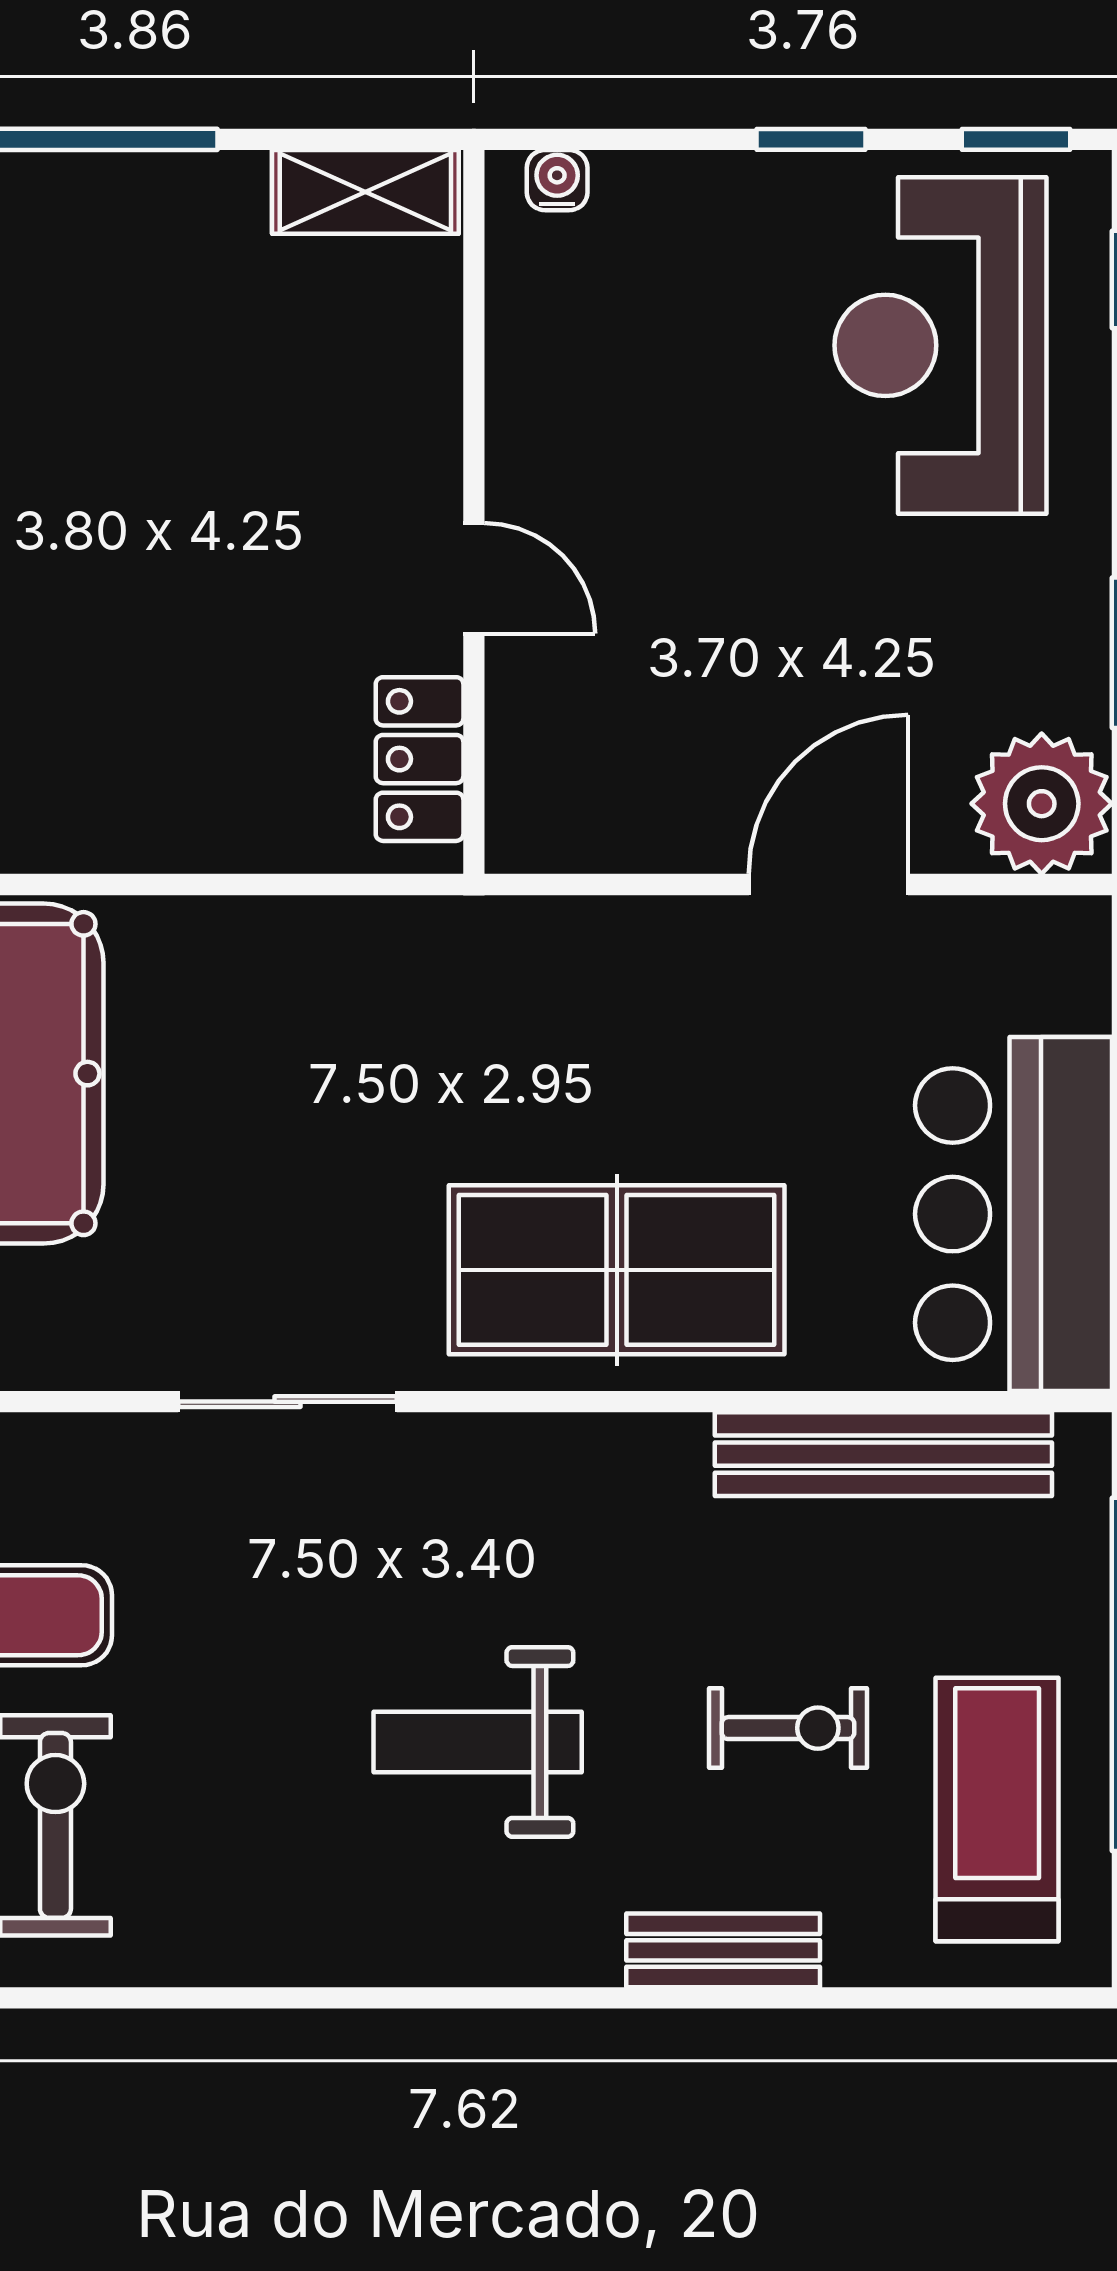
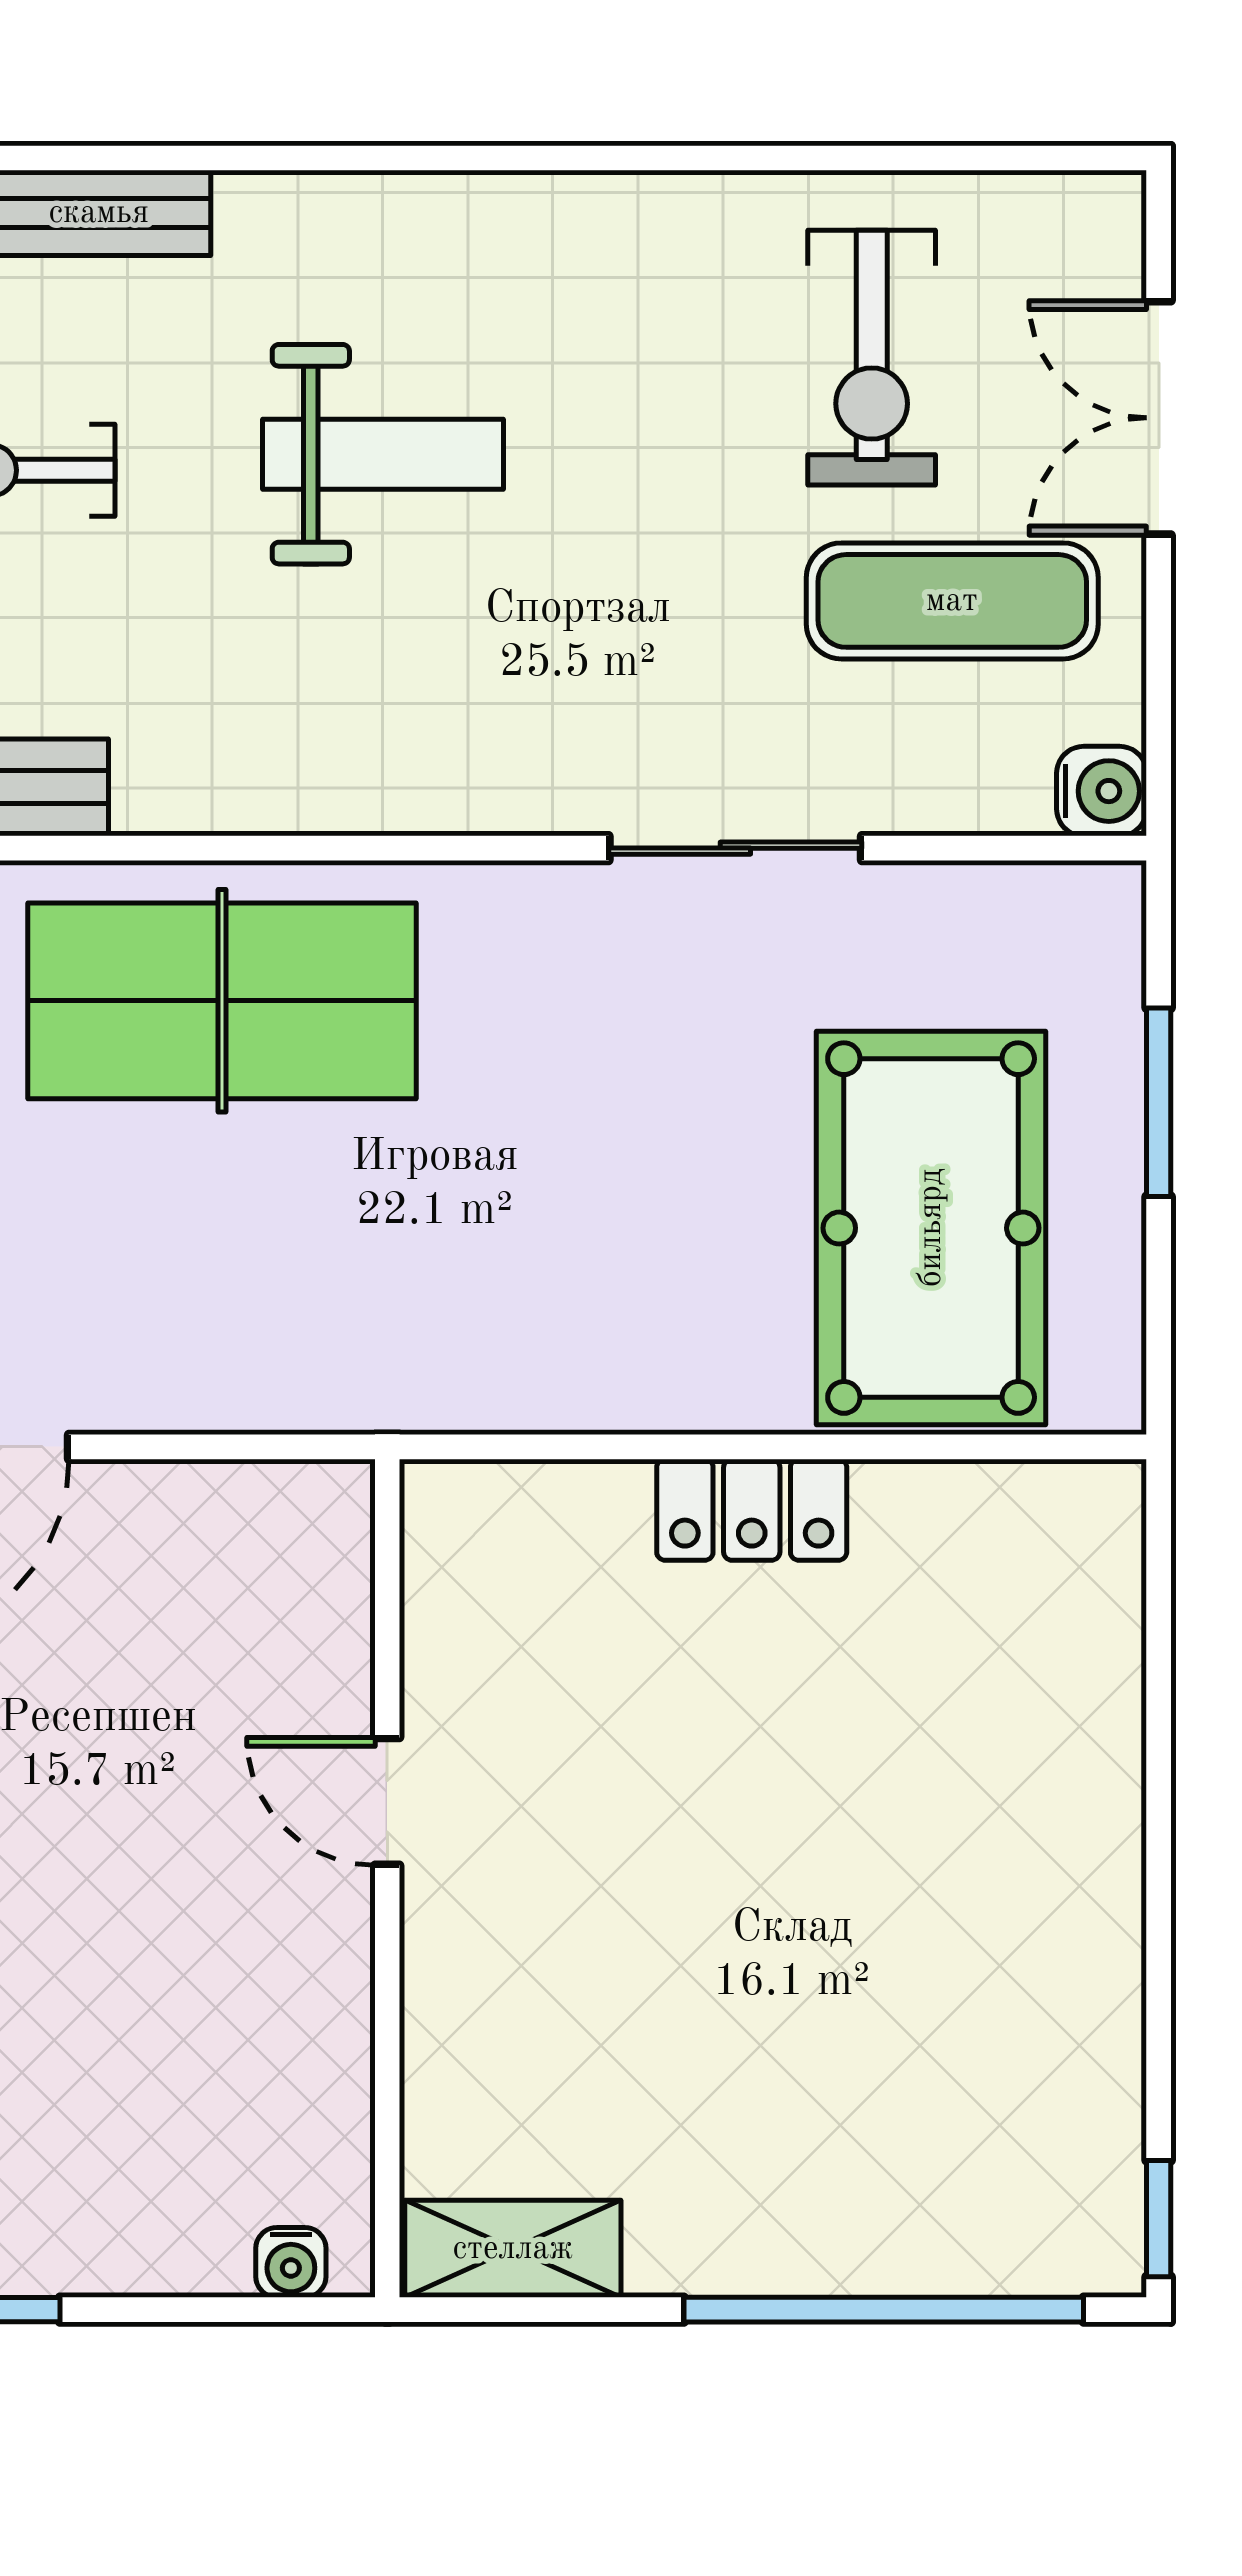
locker: (420, 759) -> (752, 1510), moved, turned 90
sliding door: (288, 1402) -> (735, 848), moved

